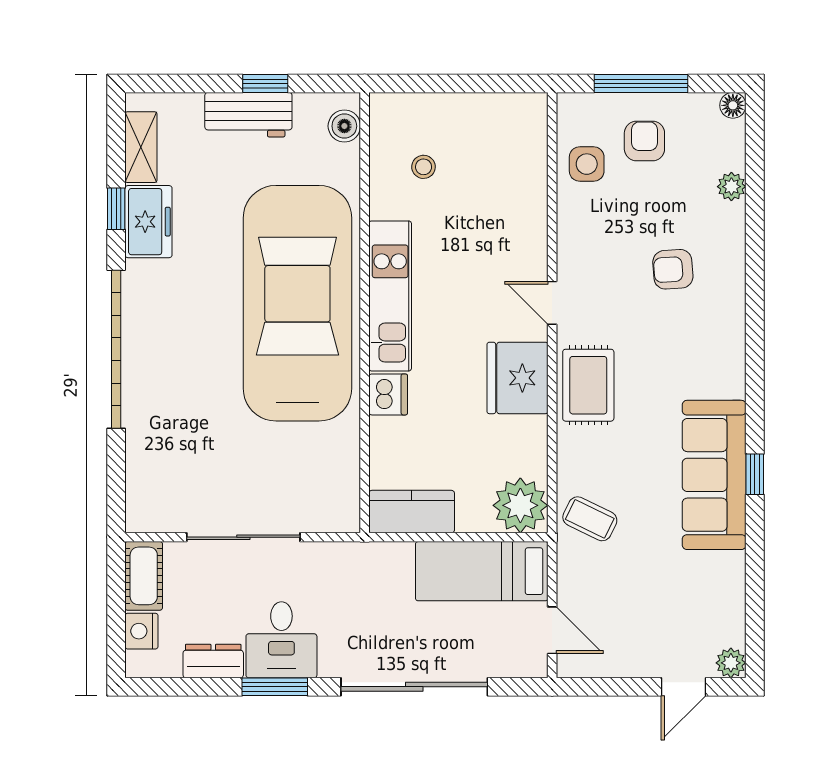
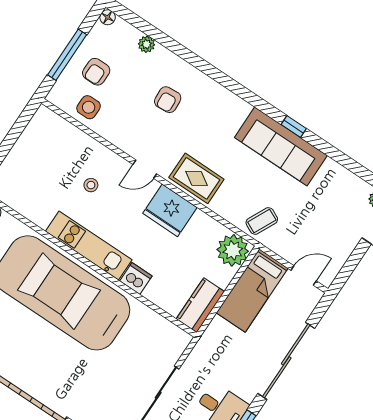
armchair: (644, 141) -> (96, 72), turned -90
stool: (424, 167) -> (91, 185), moved

